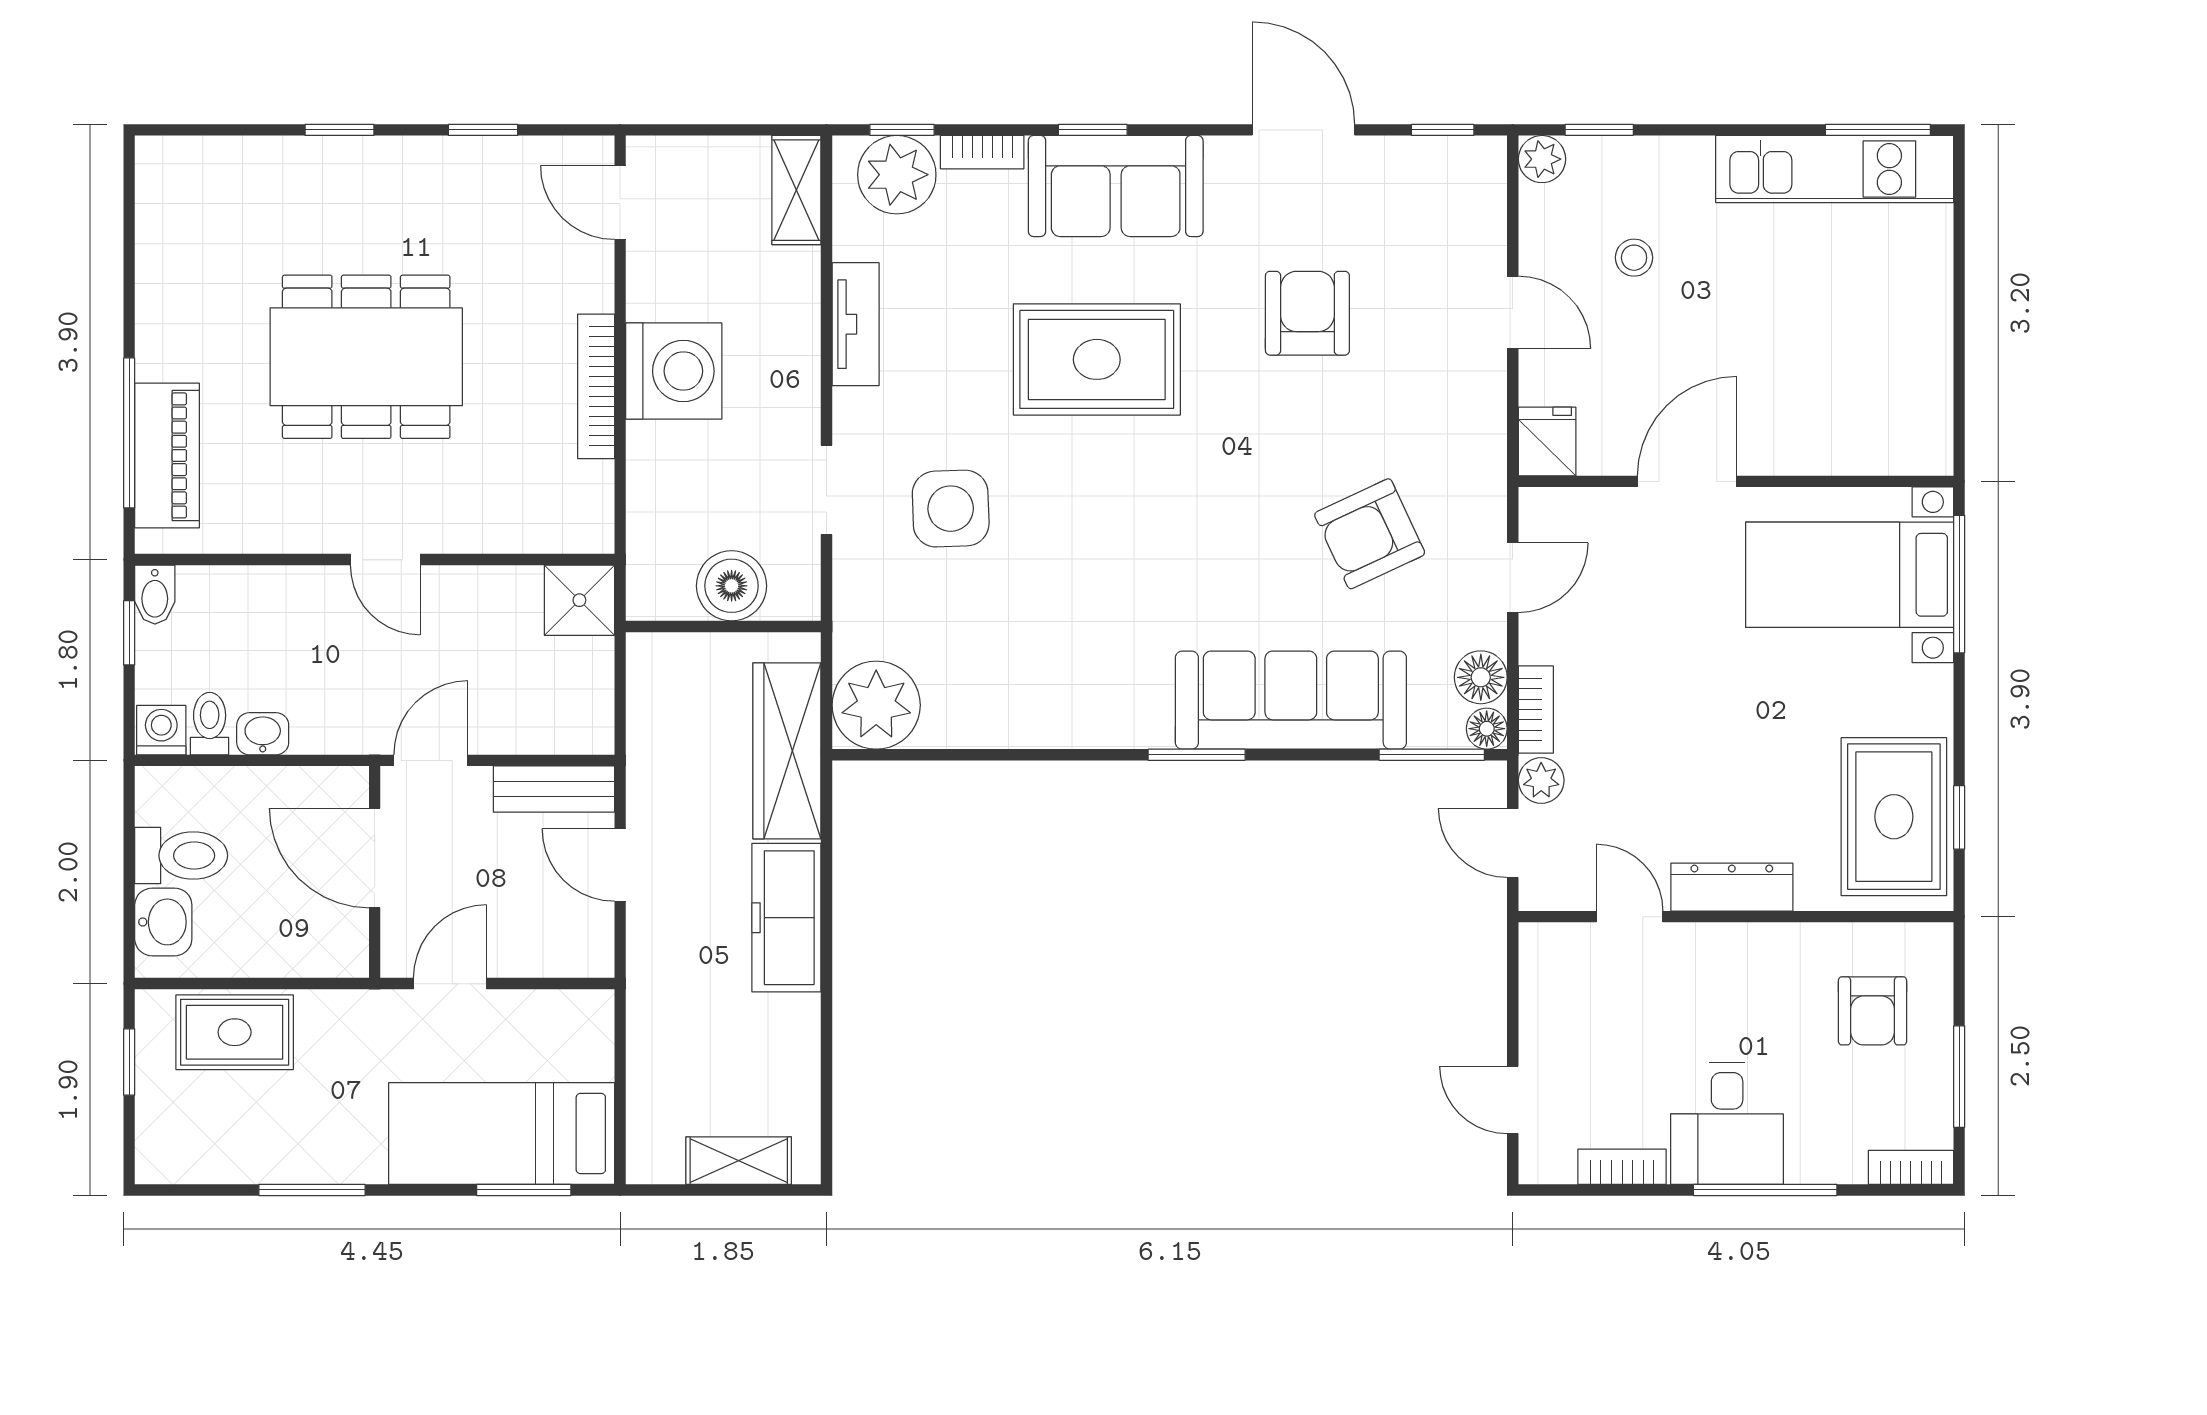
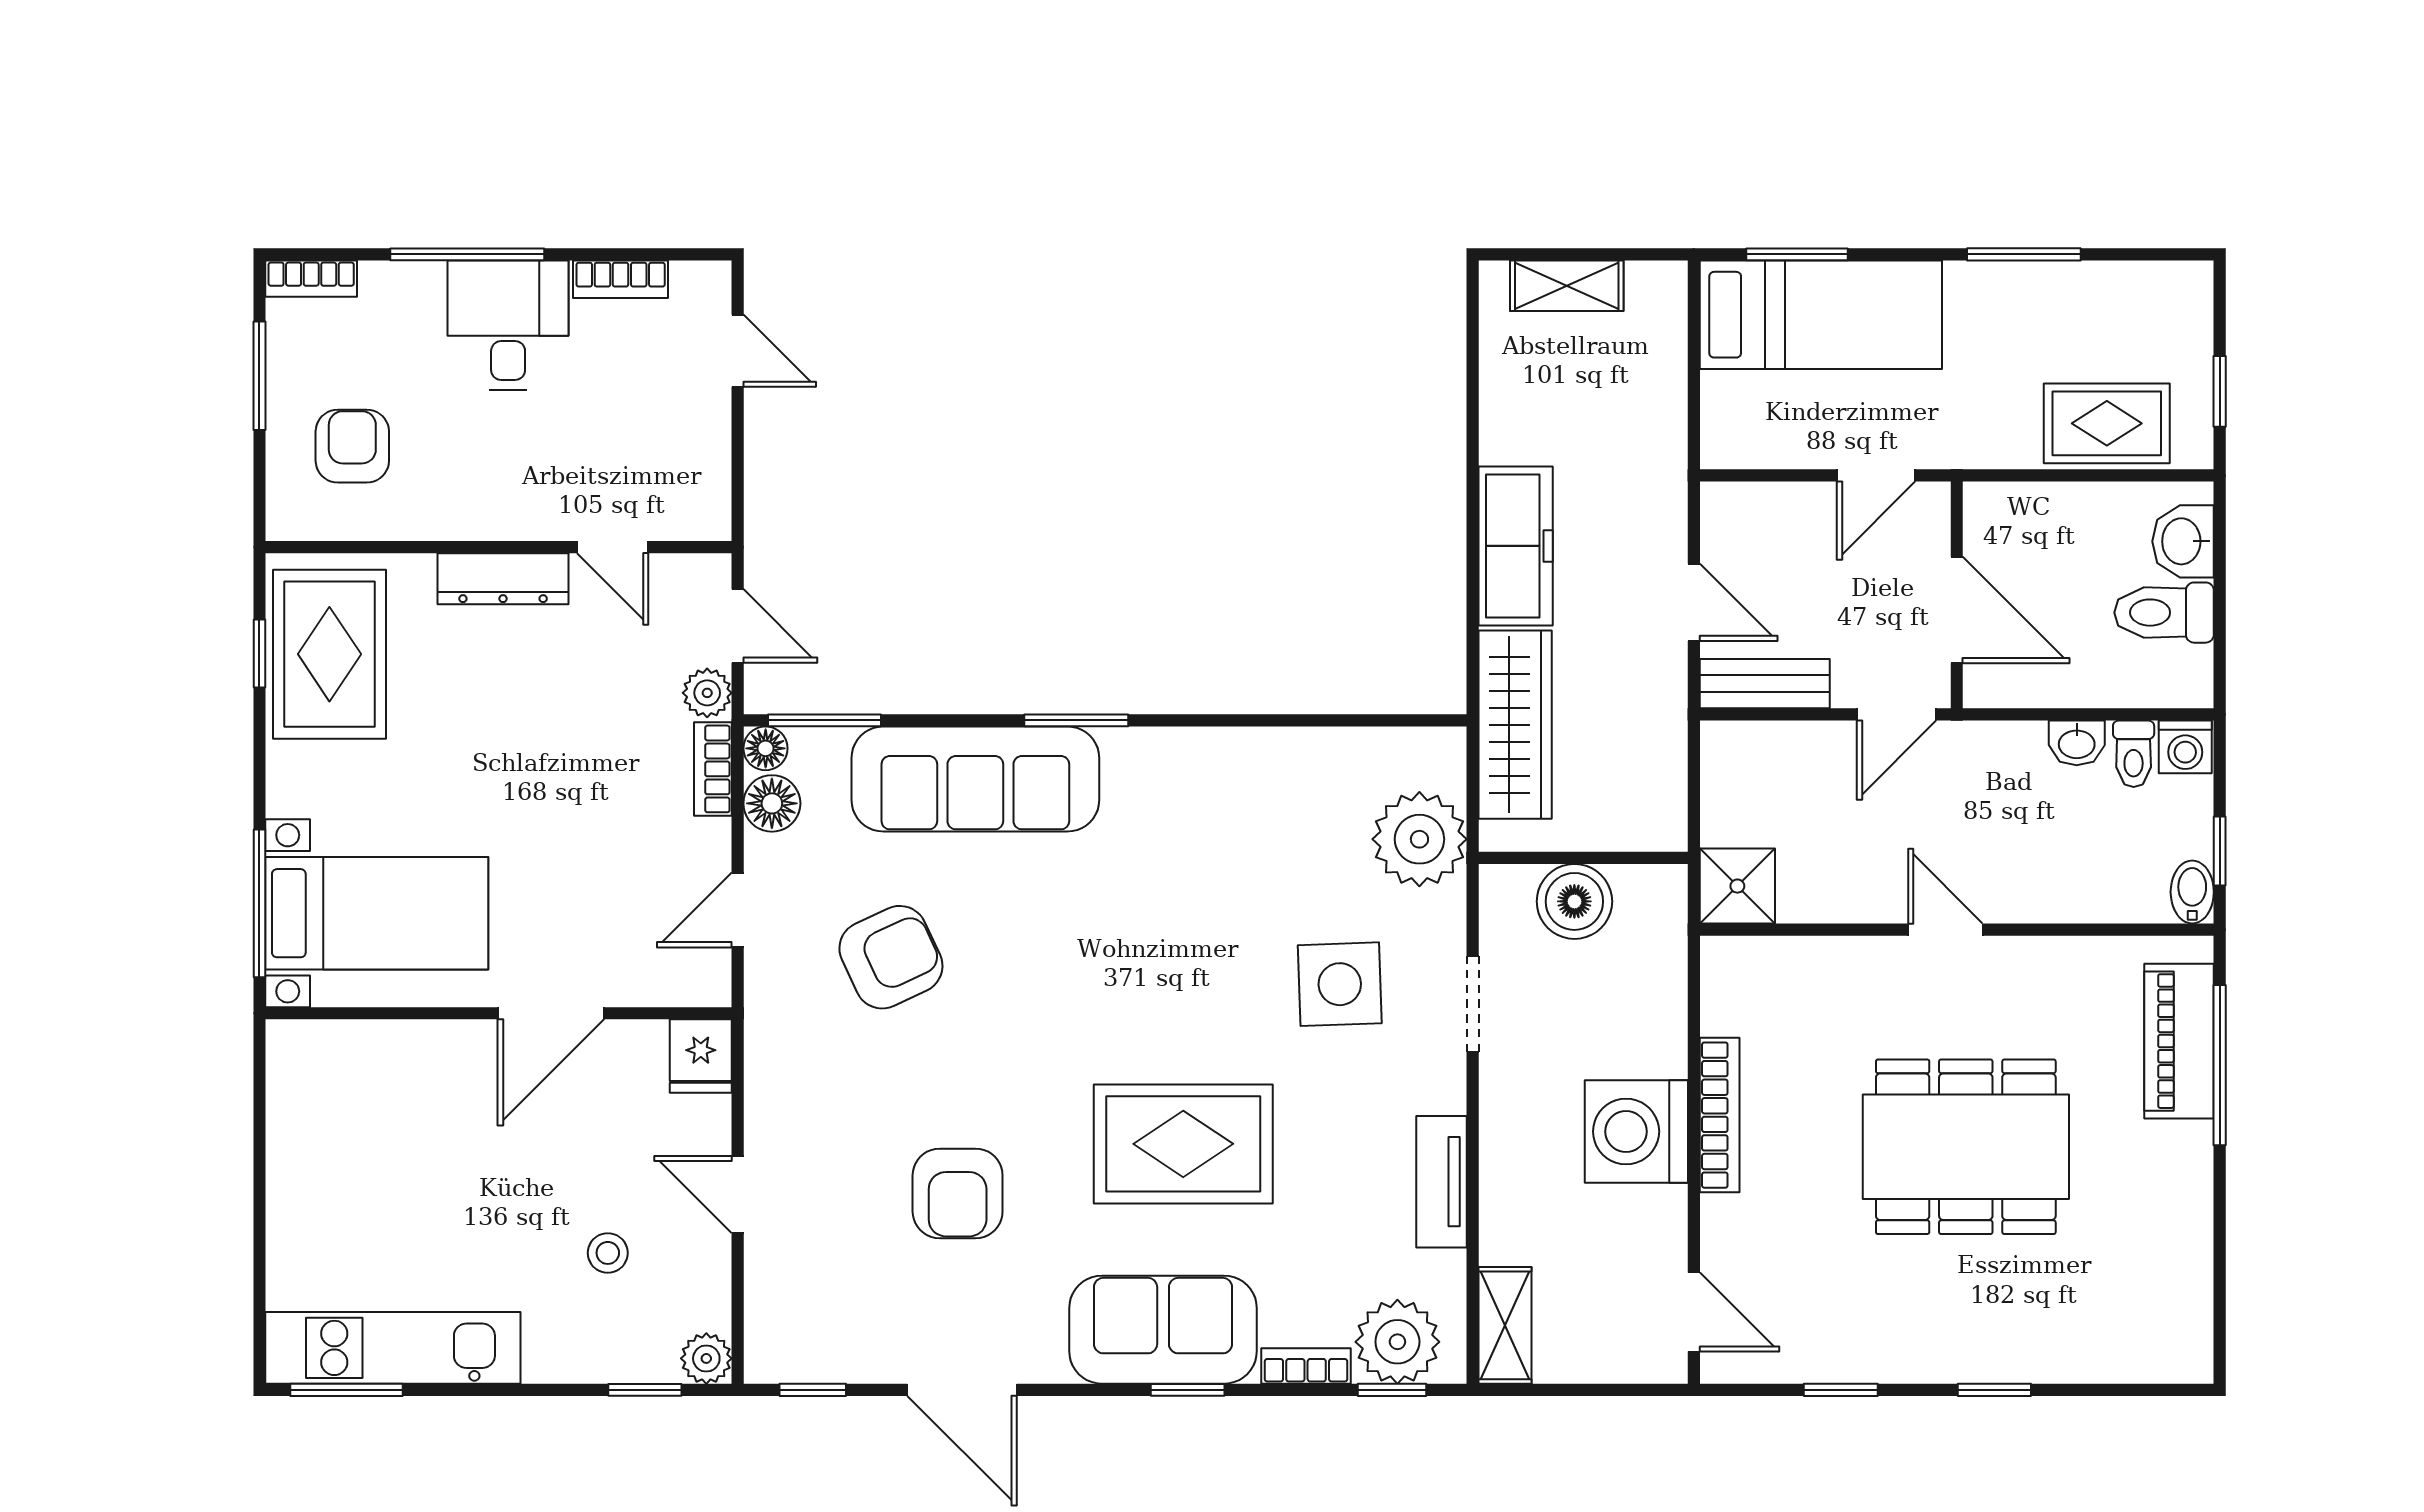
plant: (876, 705) -> (1419, 839), moved

